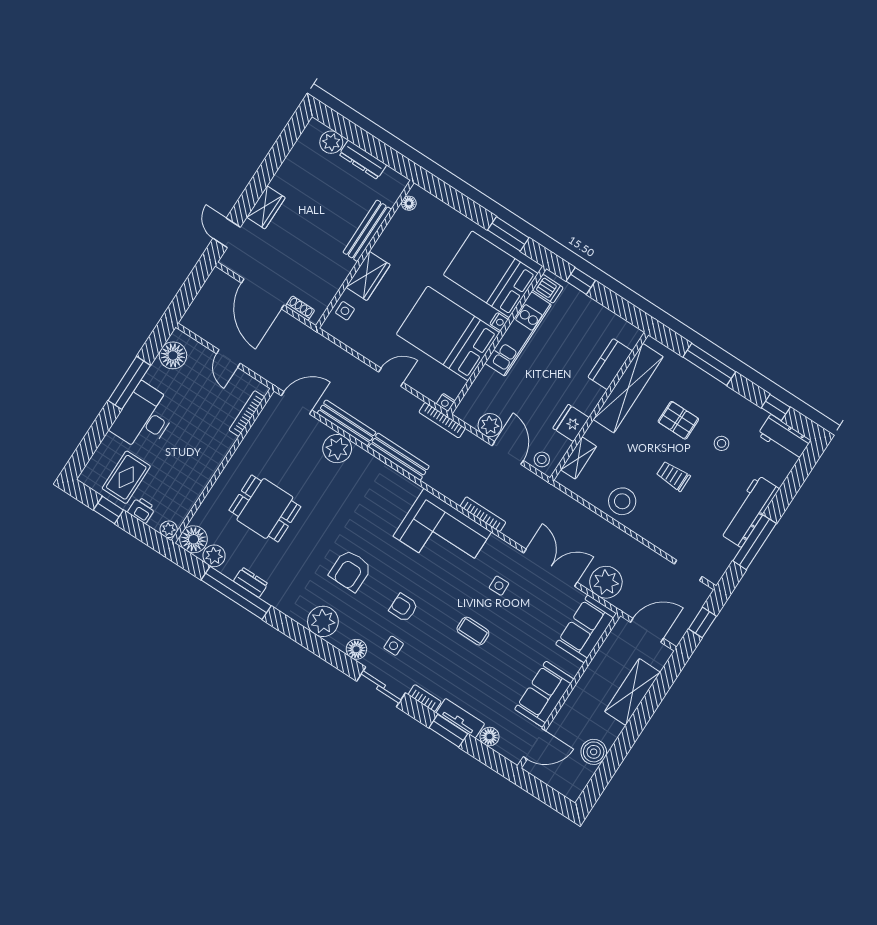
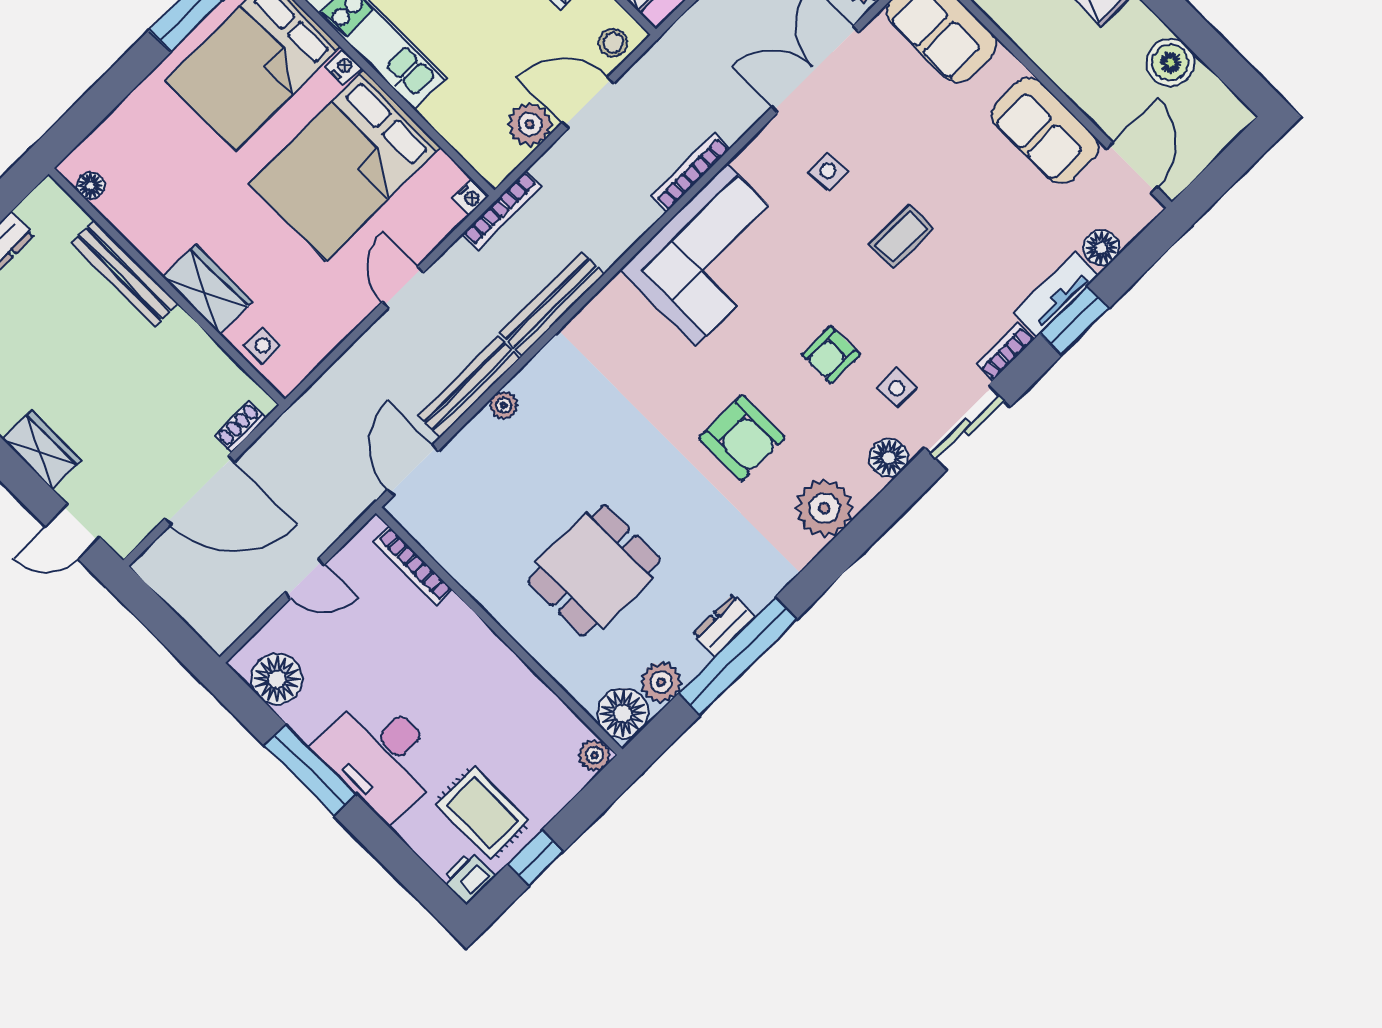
plant: (337, 449) -> (504, 405), width x0.53, depth x0.53
printer: (142, 510) -> (468, 878), moved

